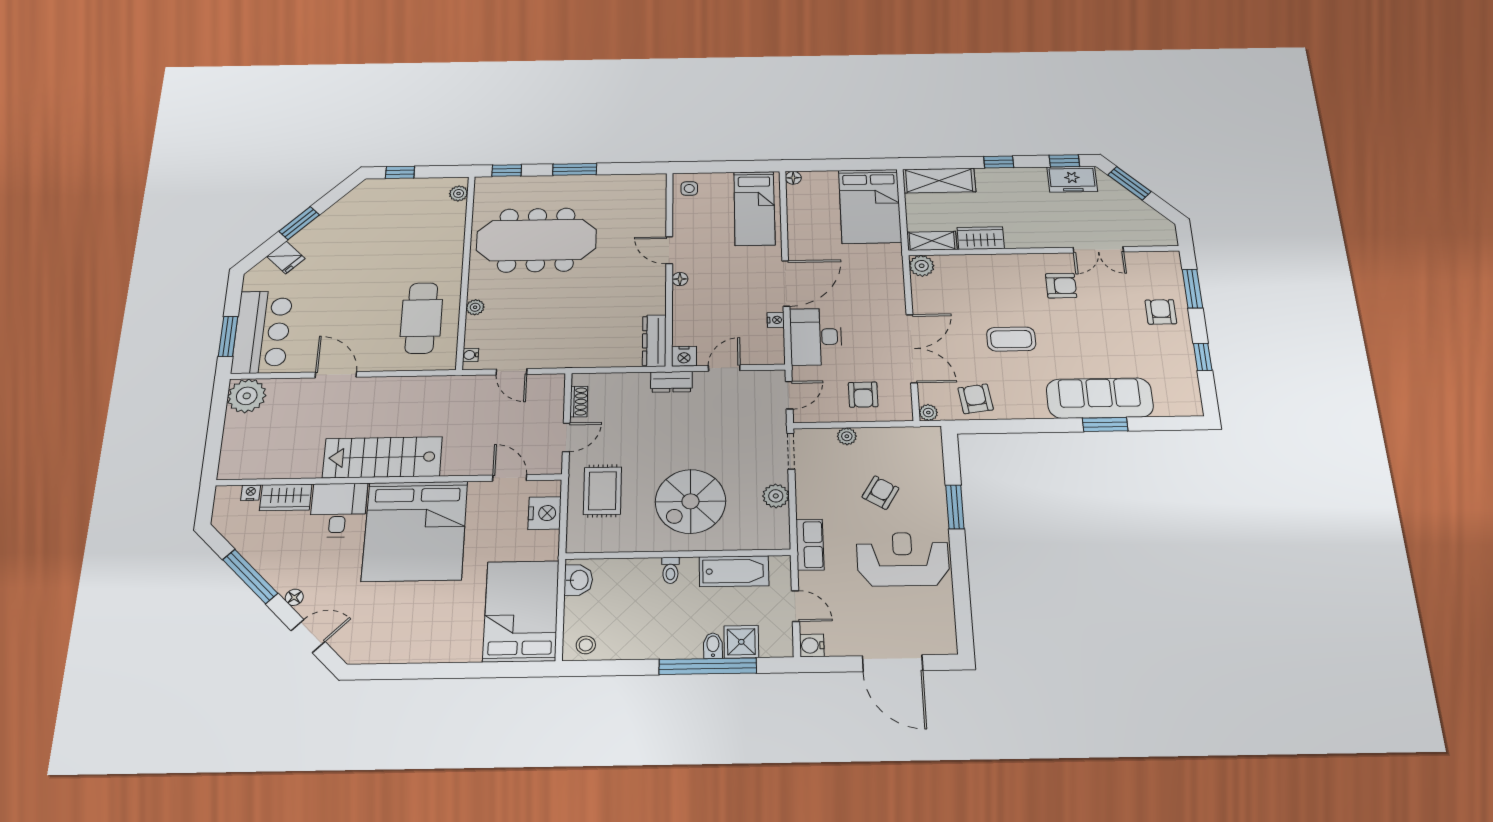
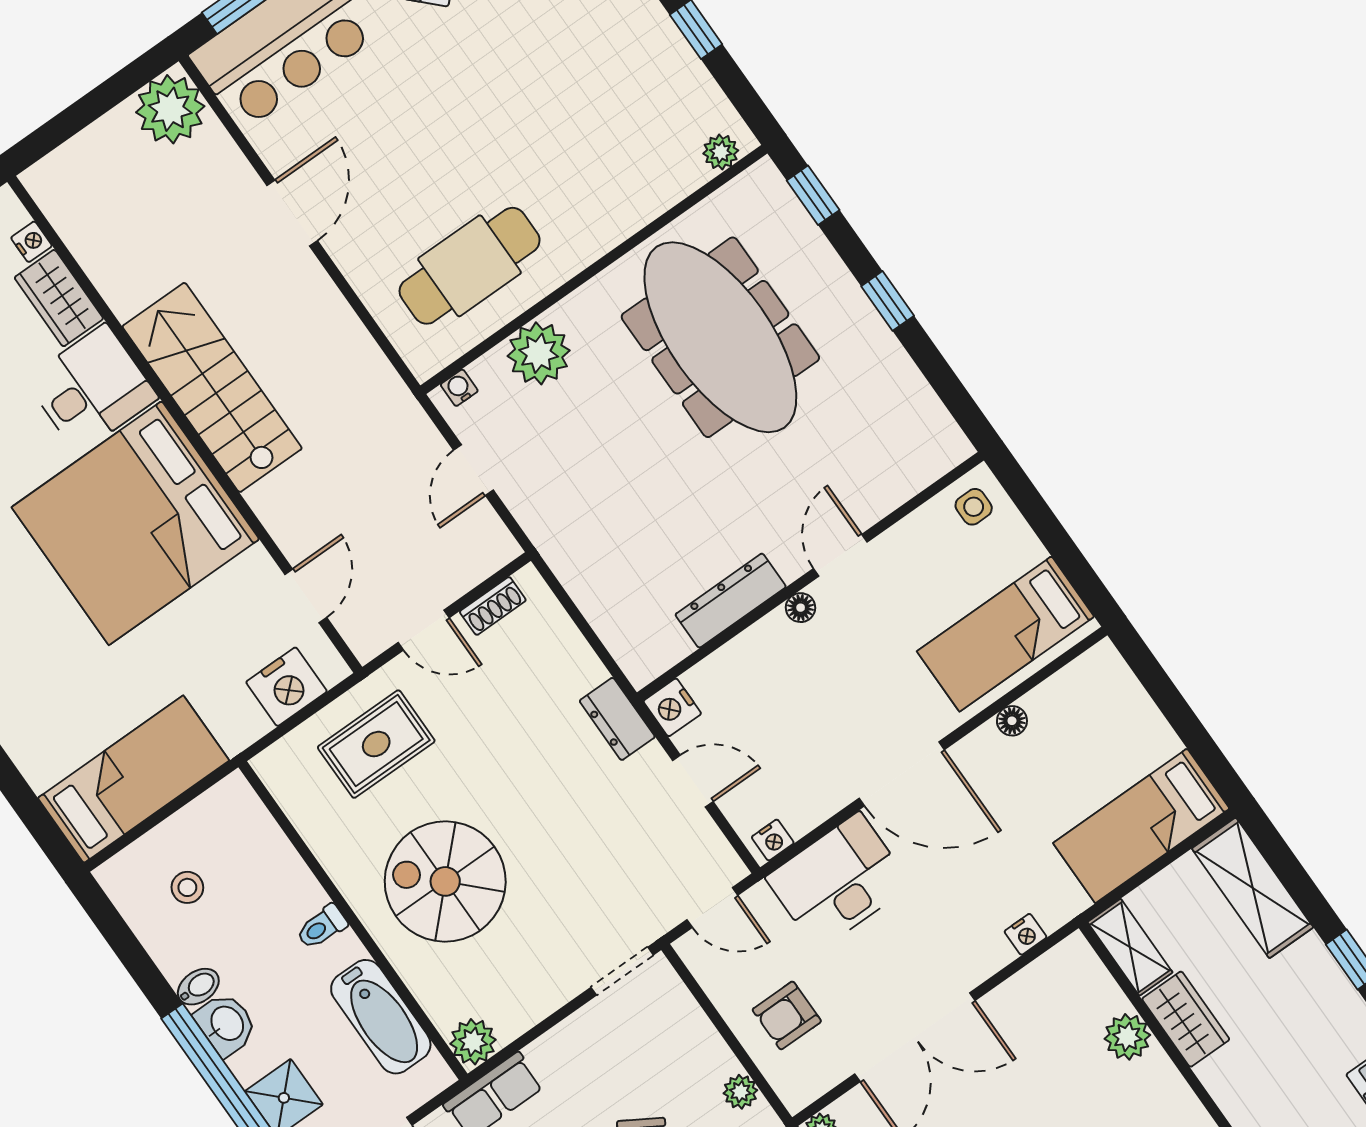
window: (575, 169) -> (888, 301), width x0.67
floor lamp: (793, 178) -> (1012, 721), moved
bed: (870, 206) -> (1141, 826), width x0.67
plant: (922, 266) -> (1127, 1037), moved
nightstand: (896, 277) -> (1026, 934), added
plant: (475, 307) -> (539, 353), width x1.88, depth x1.88
nightstand: (776, 320) -> (773, 840), moved
dresser: (654, 341) -> (731, 601), moved
plant: (847, 436) -> (740, 1092), moved
plant: (776, 496) -> (473, 1042), moved
washbasin: (578, 580) -> (226, 1024), moved, turned -90
bed: (521, 611) -> (134, 779), width x0.67
stool: (586, 645) -> (187, 887), moved
bidet: (713, 646) -> (198, 987), moved

